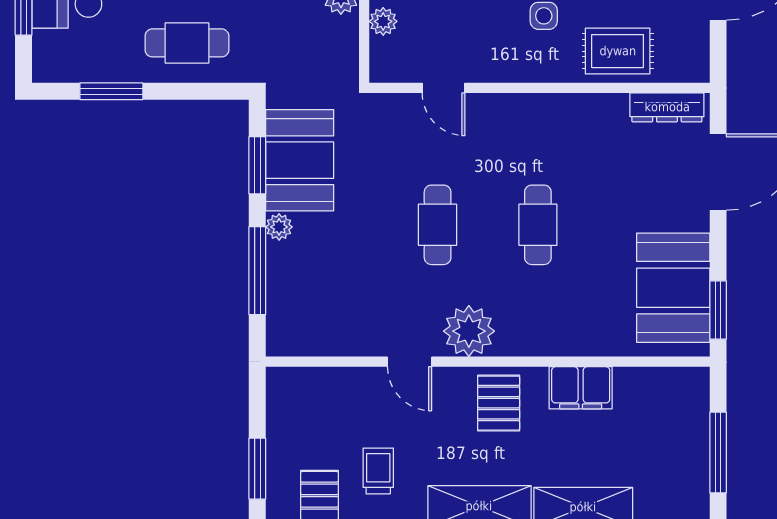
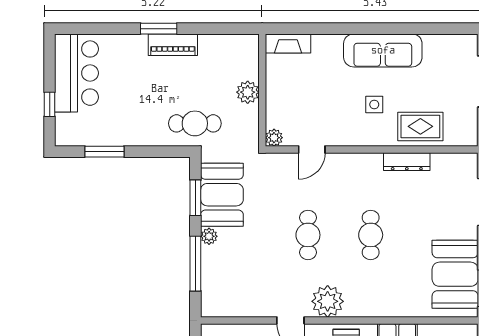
plant: (383, 21) -> (274, 138), moved
cafe table: (187, 43) -> (195, 123), moved
door: (444, 88) -> (312, 149), hinge flipped
dresser: (667, 107) -> (407, 162), moved

